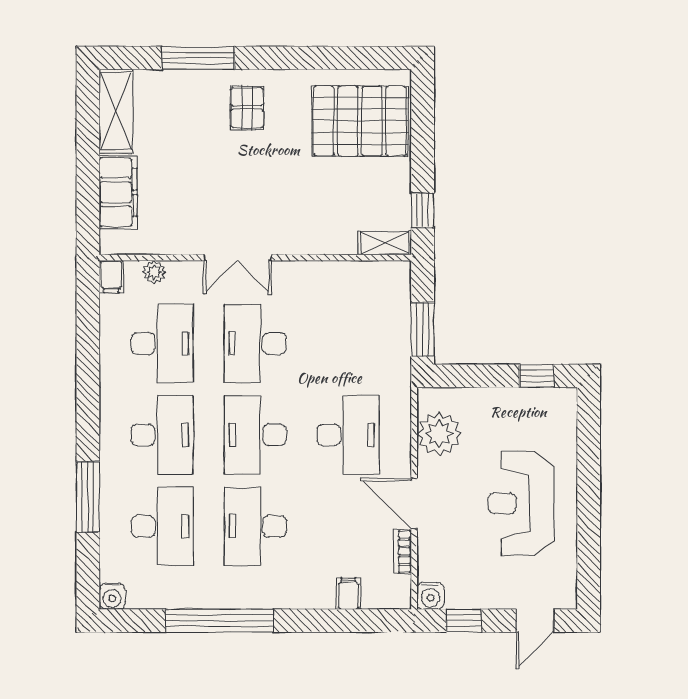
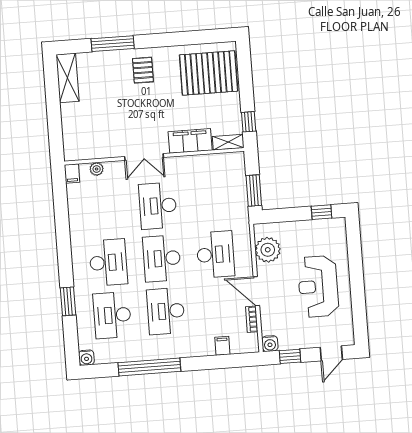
filing cabinet: (118, 192) -> (190, 141), moved, turned -90
desk: (162, 343) -> (104, 210), removed
window: (88, 497) -> (68, 301), width x0.69
desk: (162, 526) -> (112, 315), turned 180

